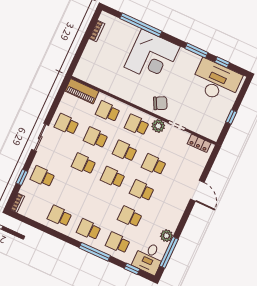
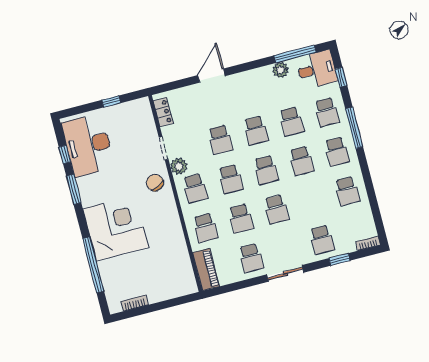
school desk: (101, 203) -> (302, 161), added

